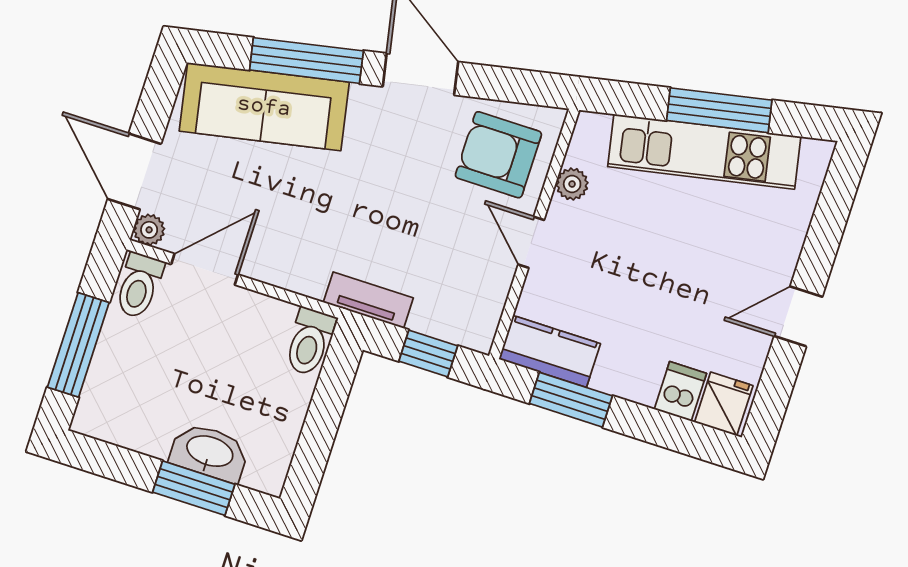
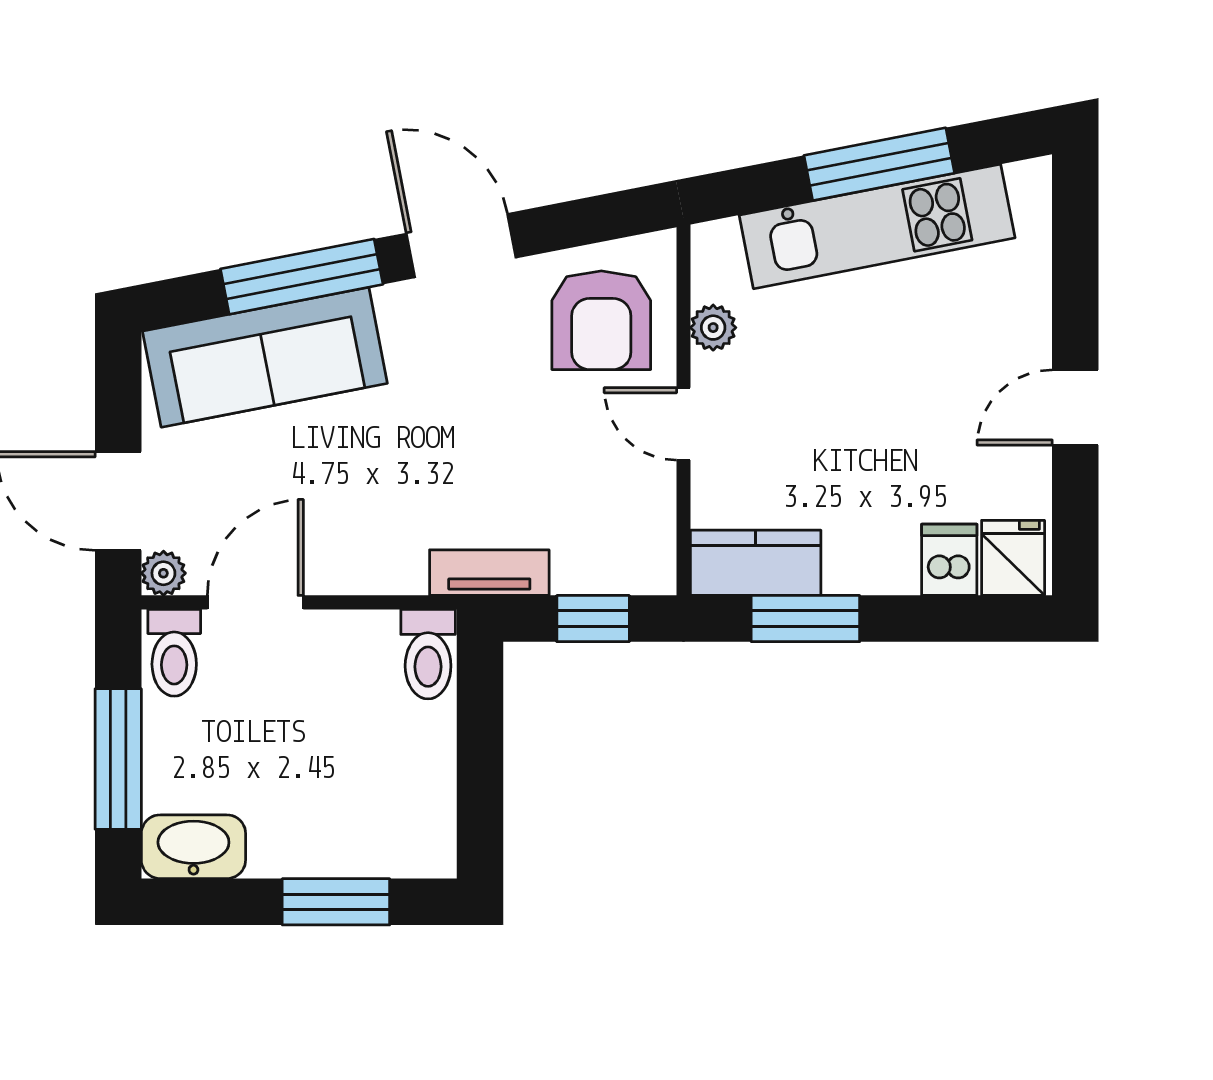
armchair: (498, 155) -> (601, 320), turned -90
washbasin: (209, 452) -> (193, 847), moved

